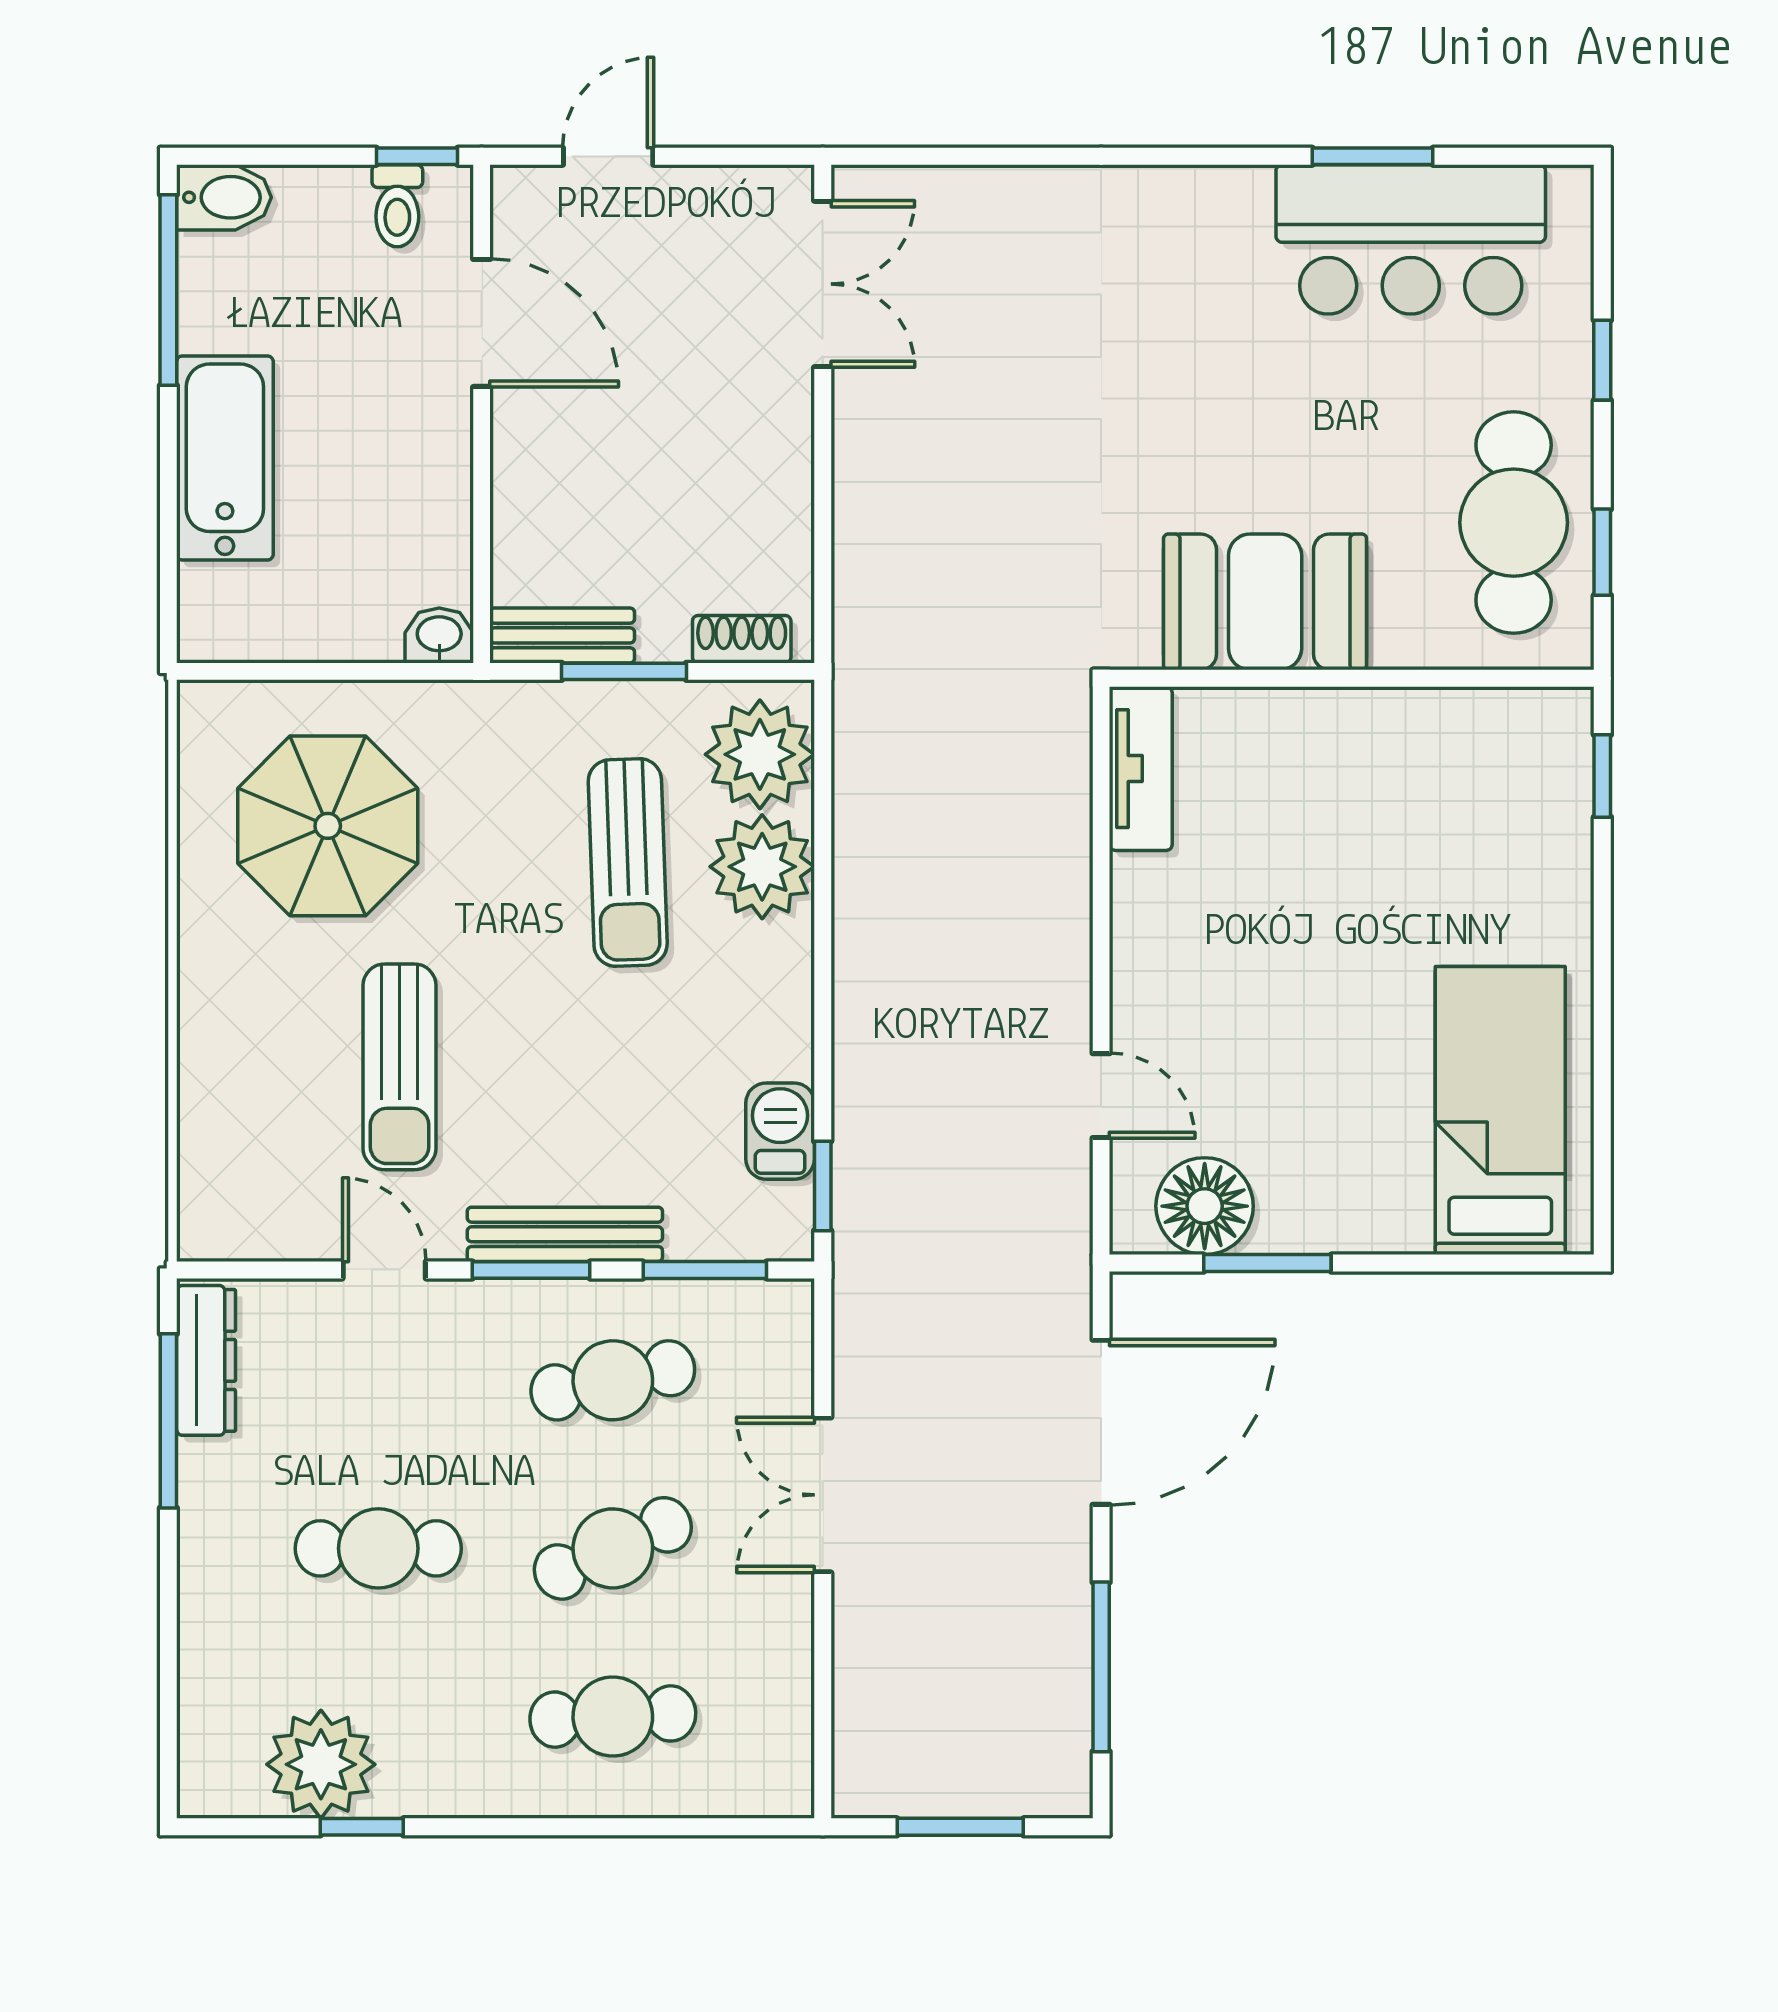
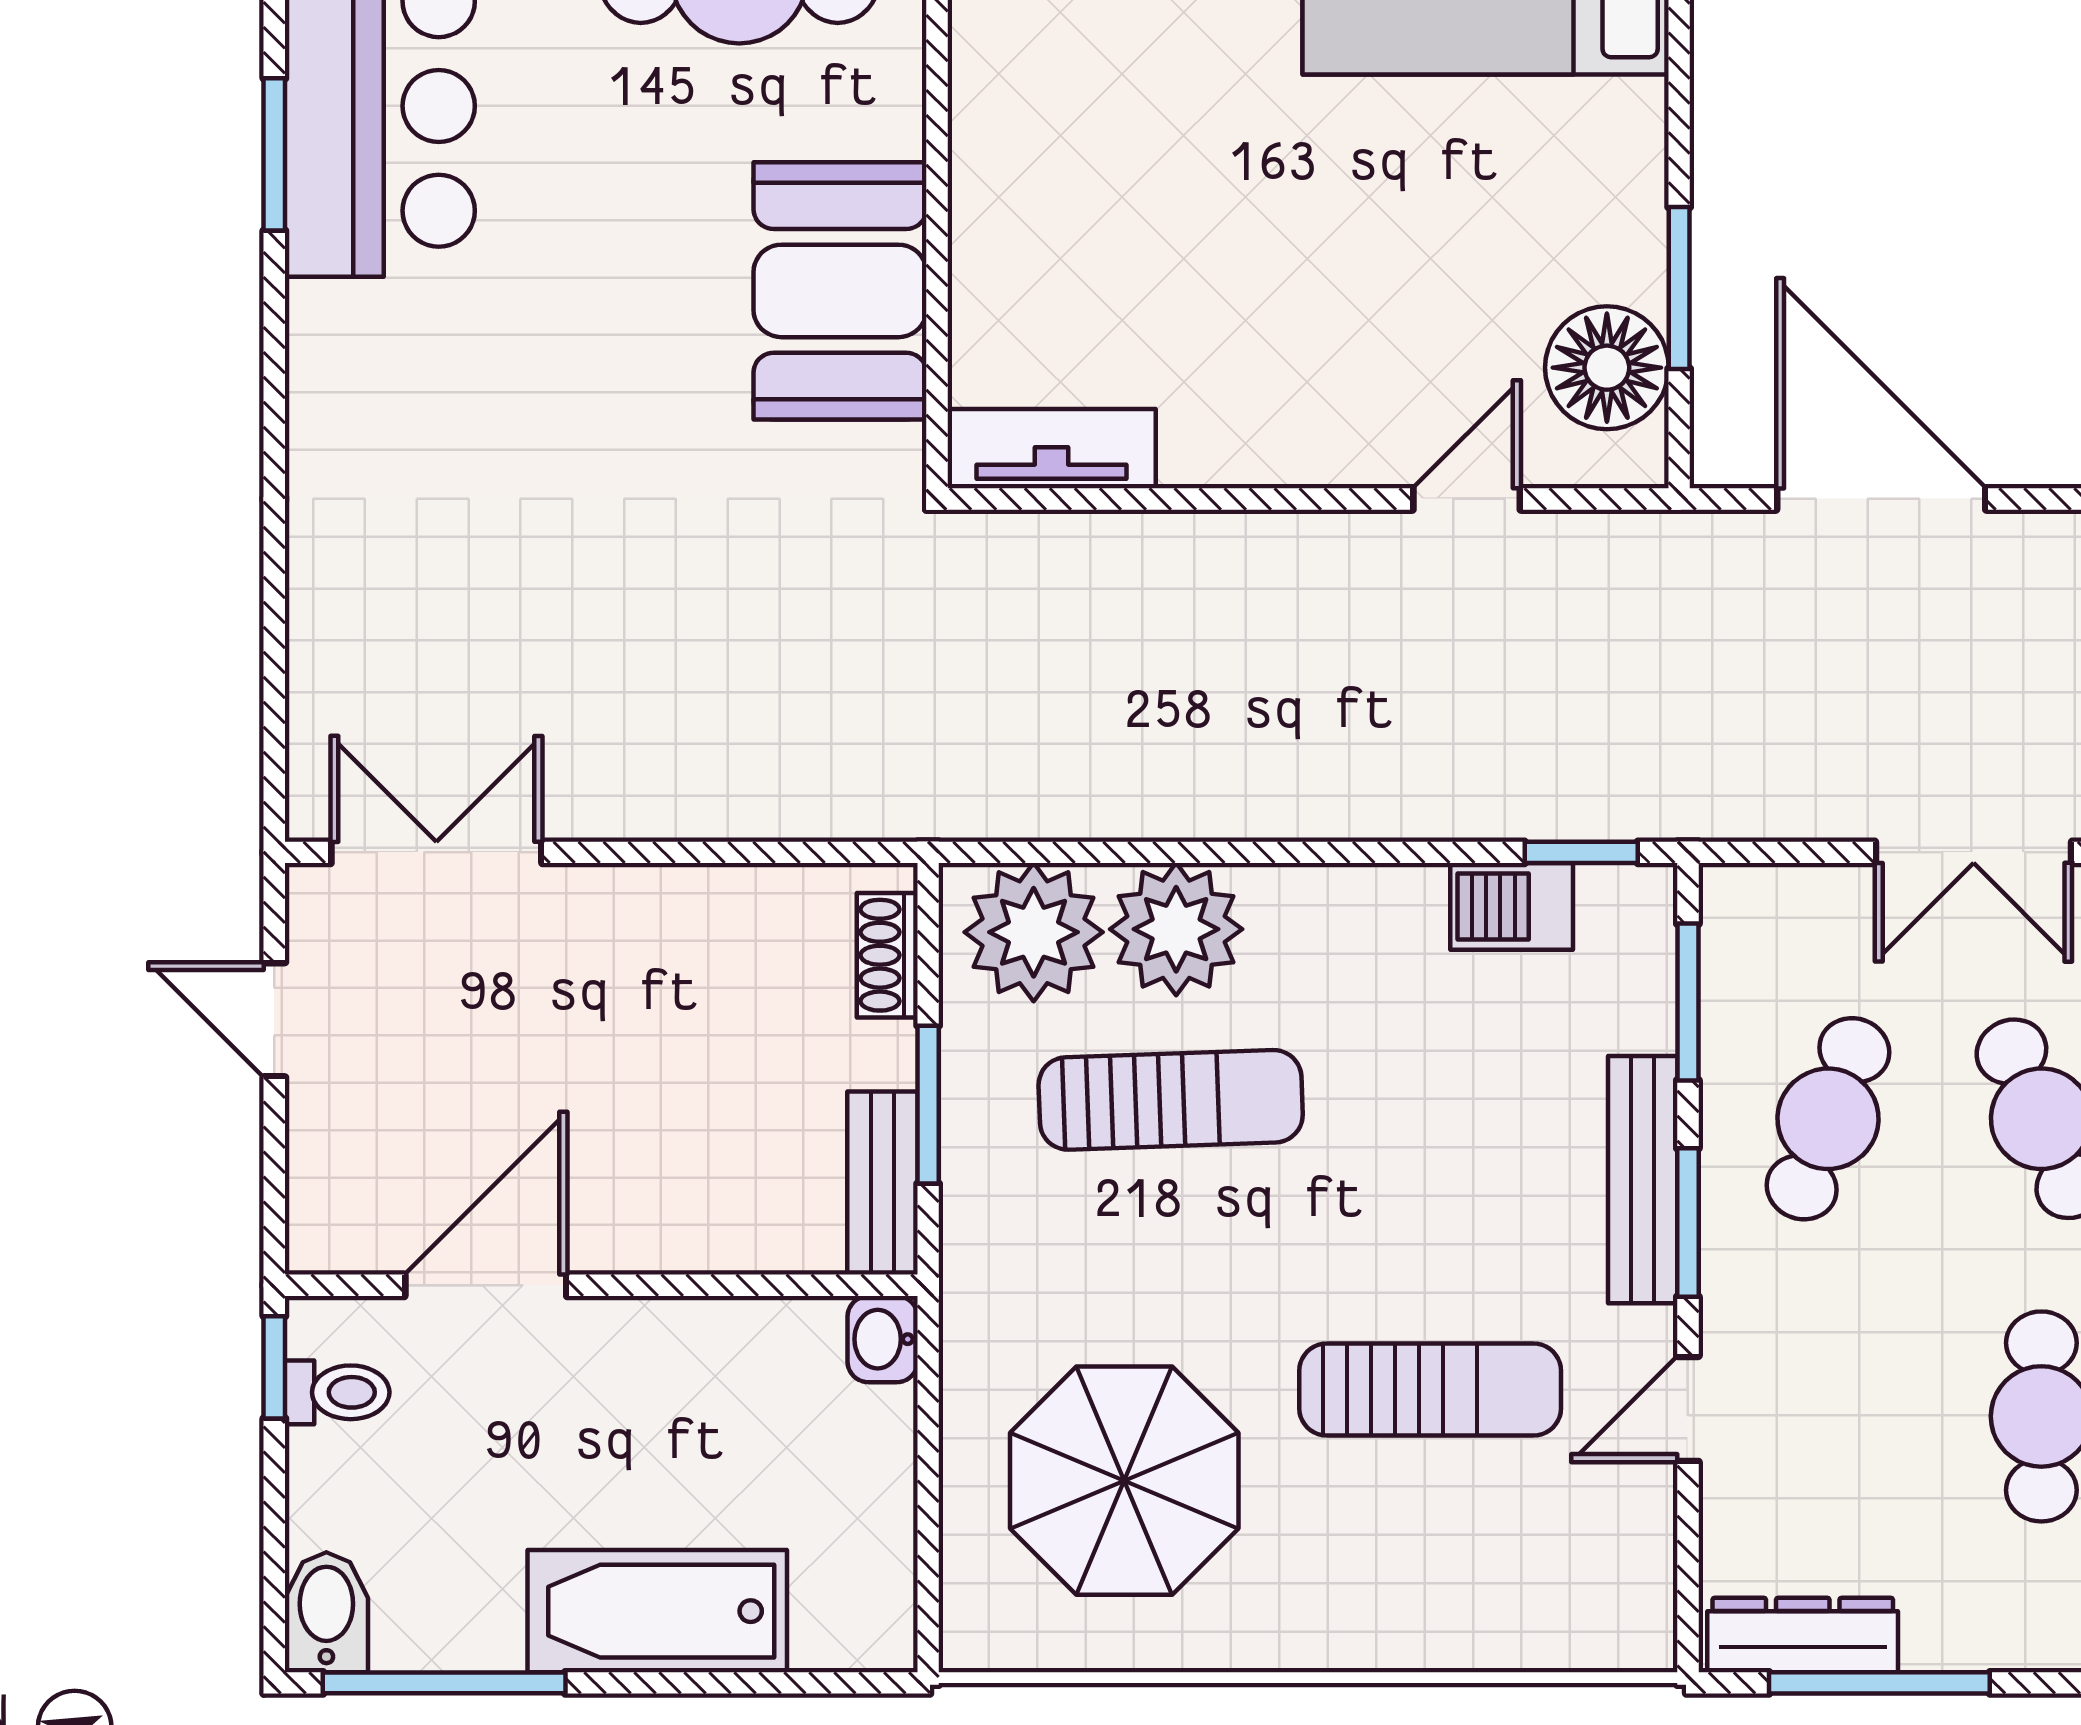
door: (608, 156) -> (274, 1020), moved
cafe table: (613, 1380) -> (1828, 1119), turned 33

